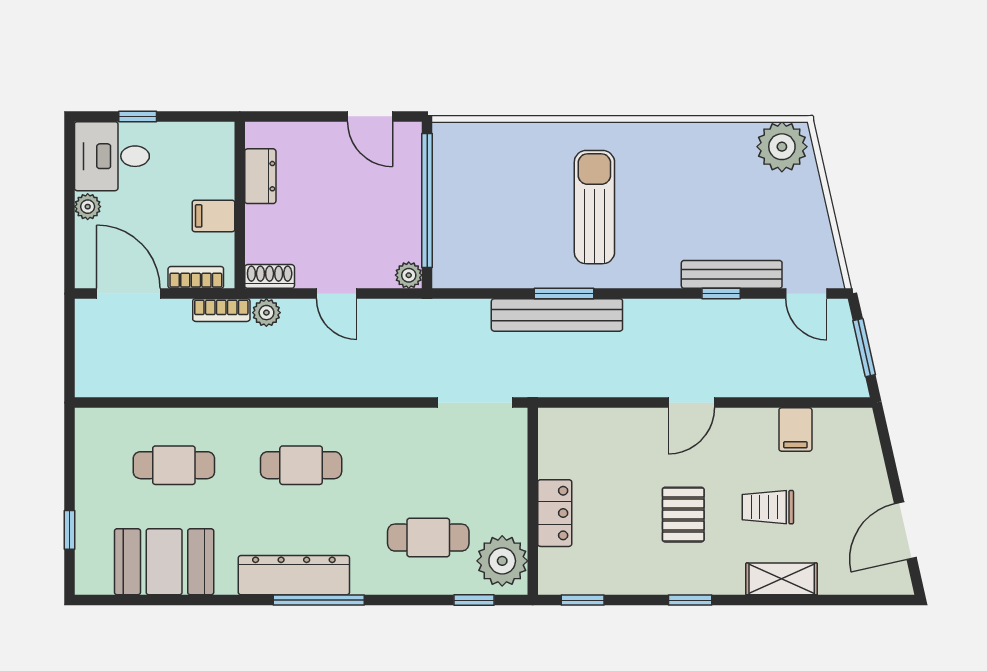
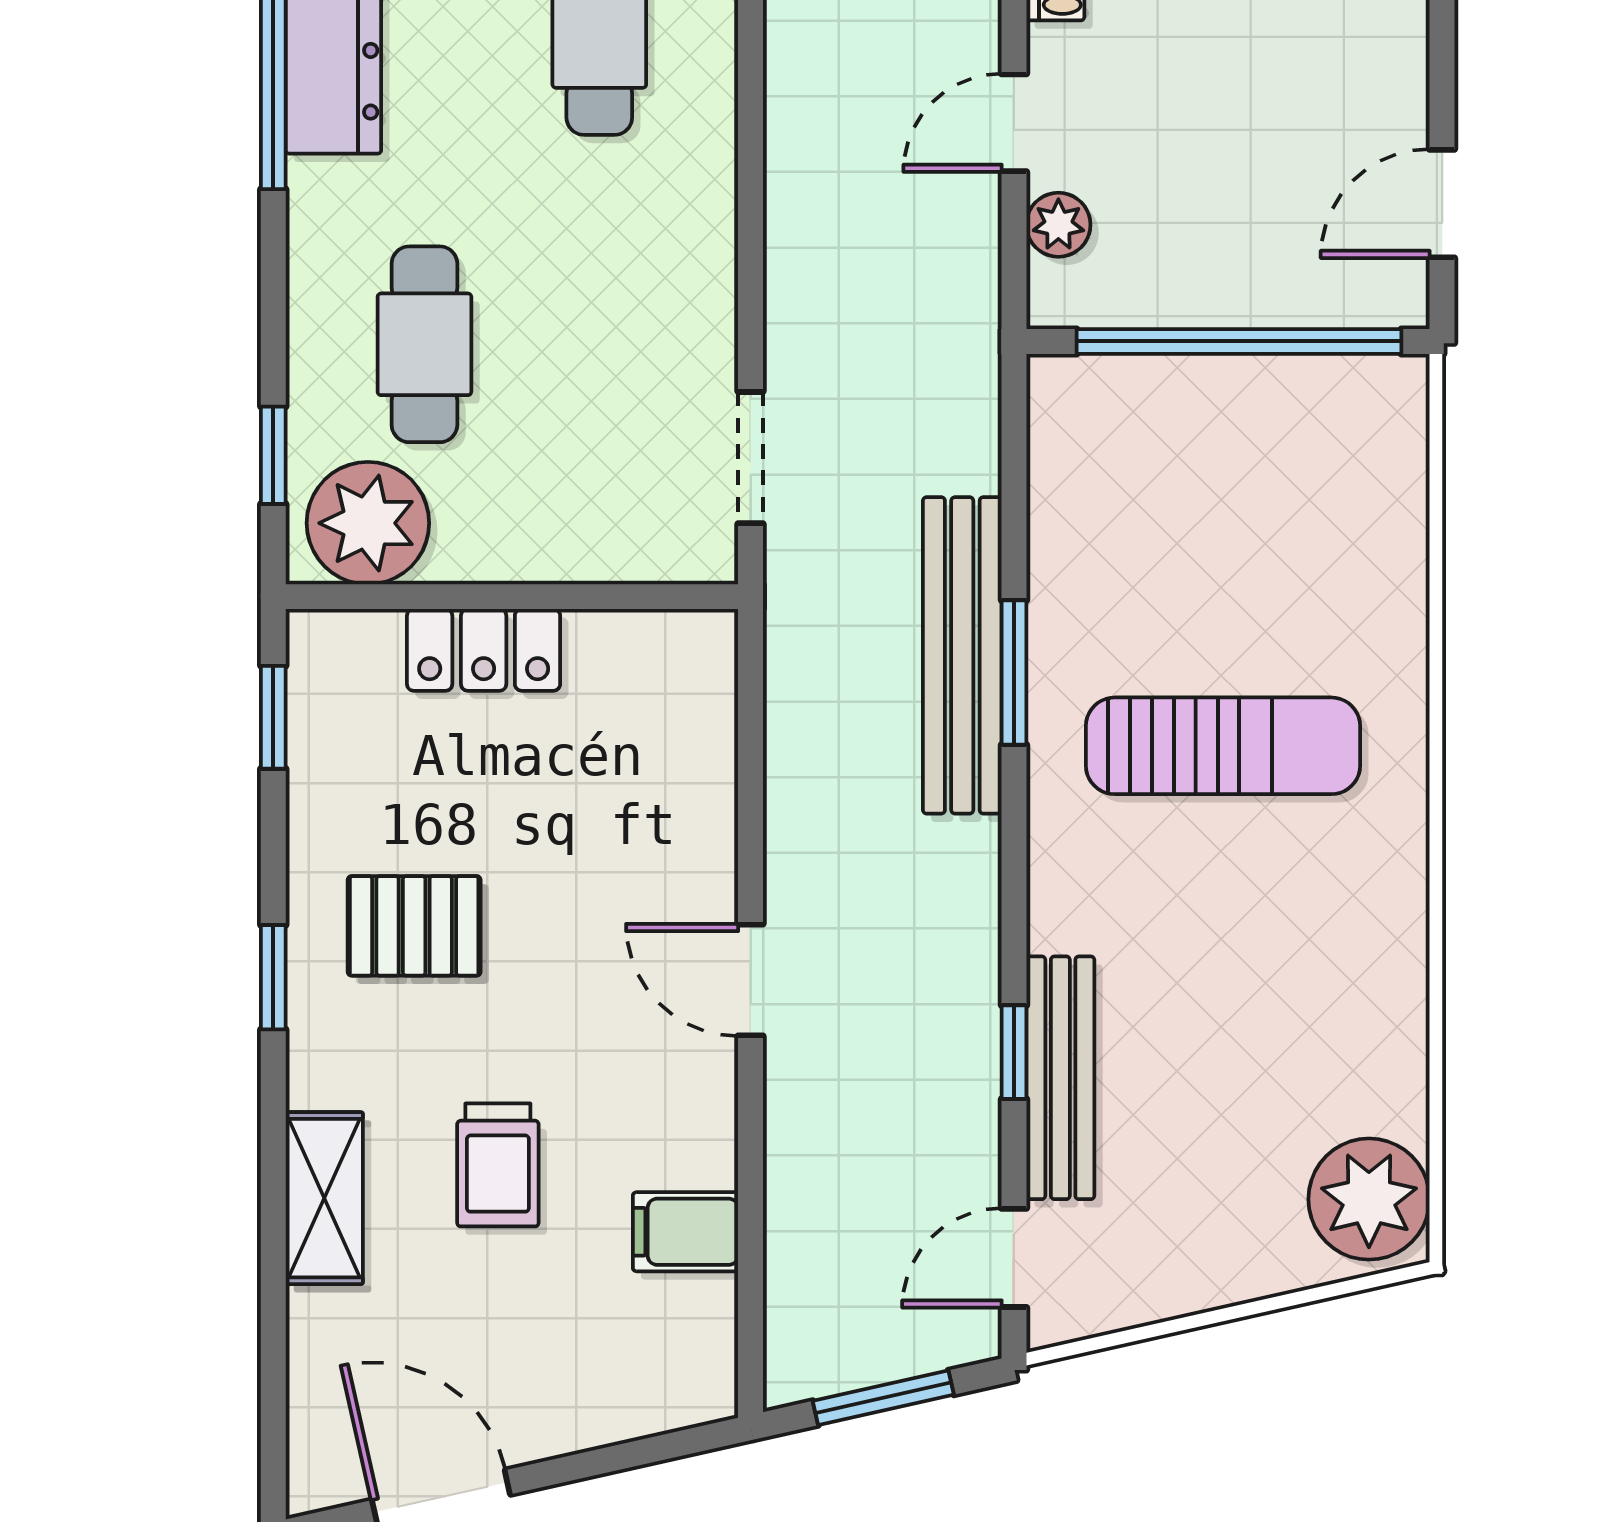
plant: (409, 275) -> (1058, 225), moved
doorway: (475, 403) -> (751, 458), width x0.73
trolley: (768, 507) -> (498, 1165), turned 180
pallet: (683, 515) -> (414, 926), moved

